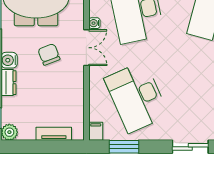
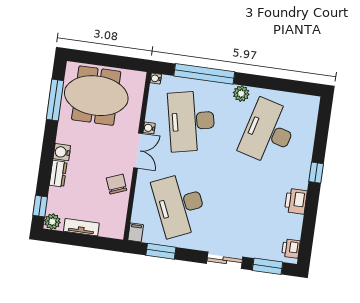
chair: (49, 54) -> (117, 184), moved
tv unit: (54, 134) -> (81, 227), moved

